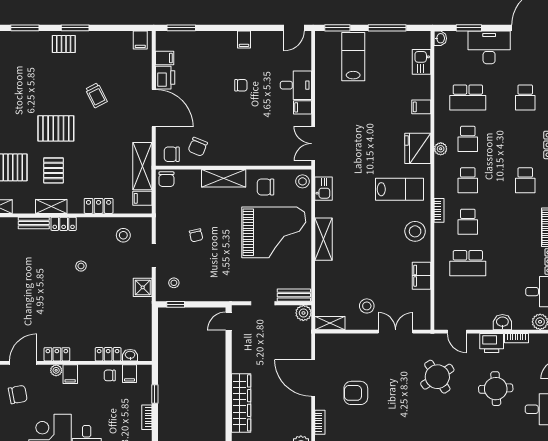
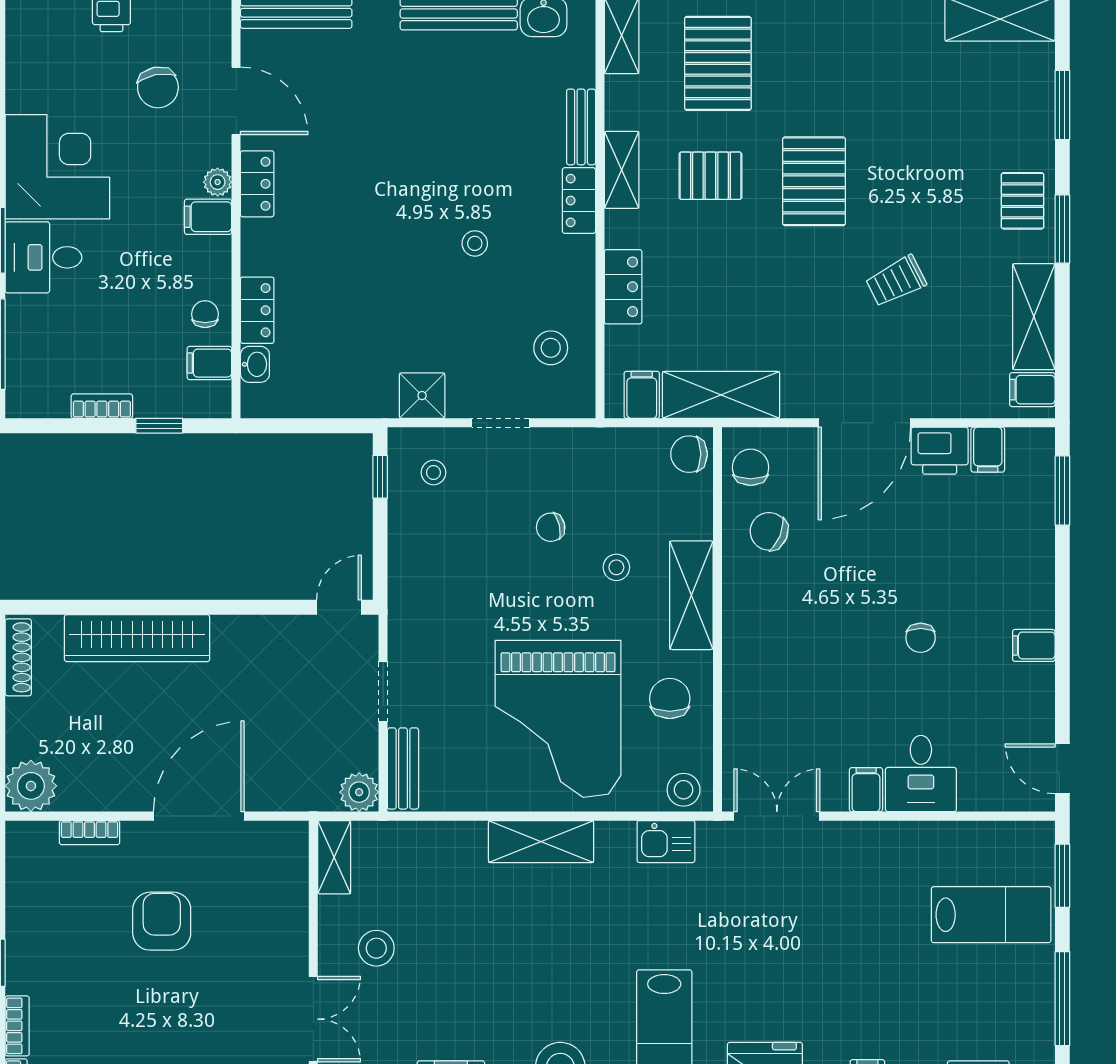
shelving: (111, 39) -> (1034, 317), added
stool: (212, 209) -> (616, 567), added
door: (229, 321) -> (339, 607), hinge flipped

